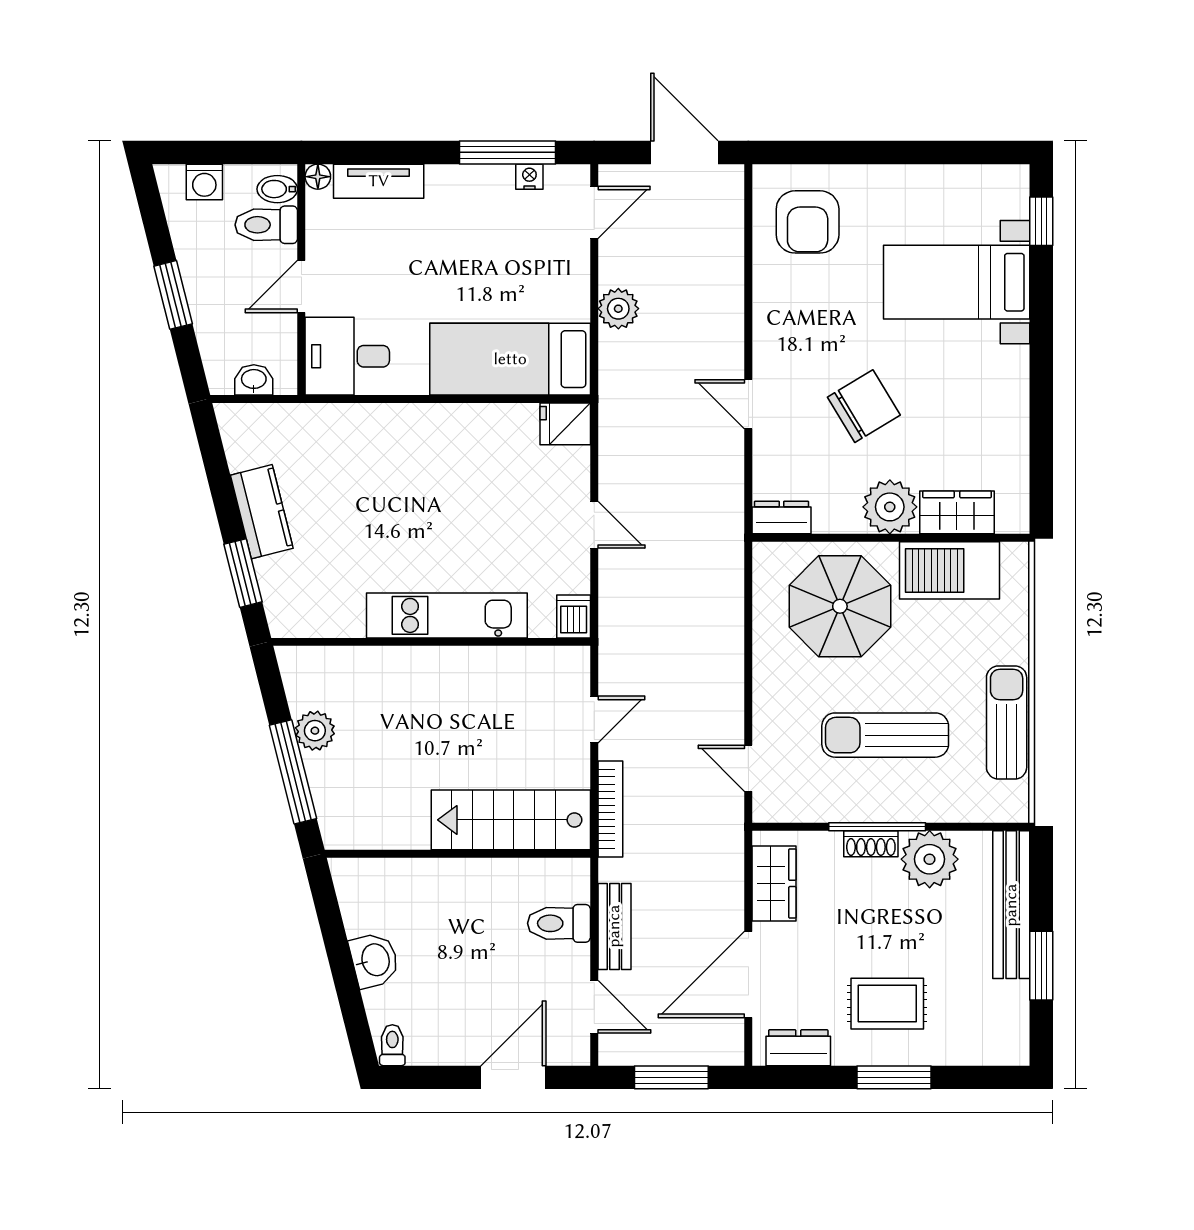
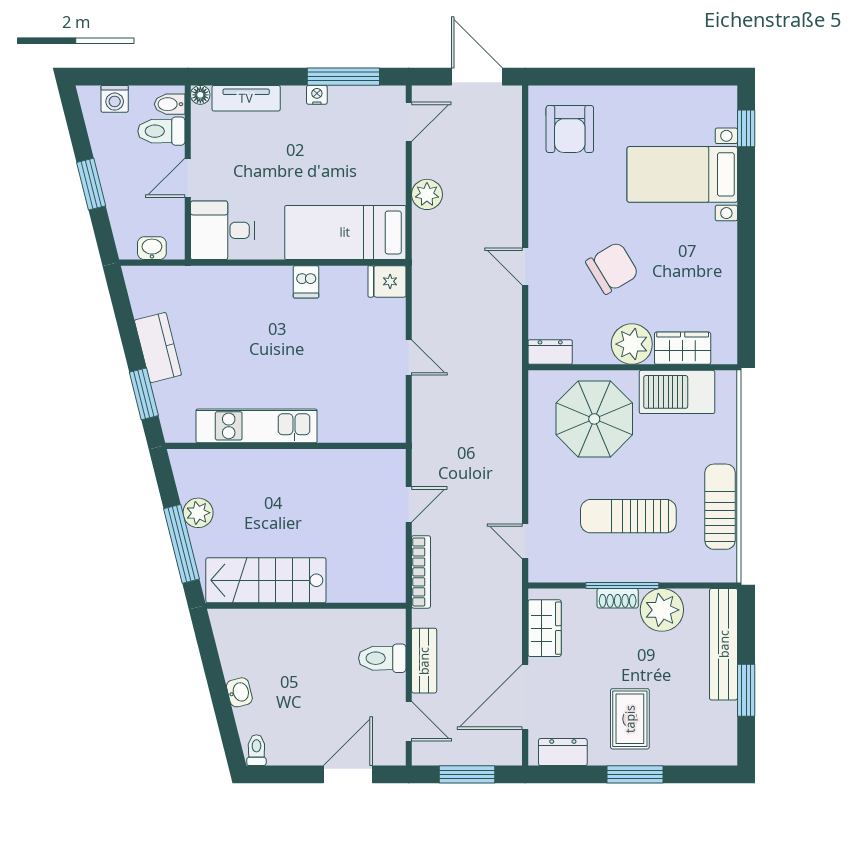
nightstand: (529, 177) -> (317, 95), moved
kitchen unit: (447, 615) -> (257, 426), moved
dishwasher: (574, 616) -> (306, 282), moved, turned 180
stairs: (511, 820) -> (266, 580), moved
washbasin: (374, 960) -> (239, 692), width x0.72, depth x0.69
rug: (887, 1004) -> (630, 719), turned 90

